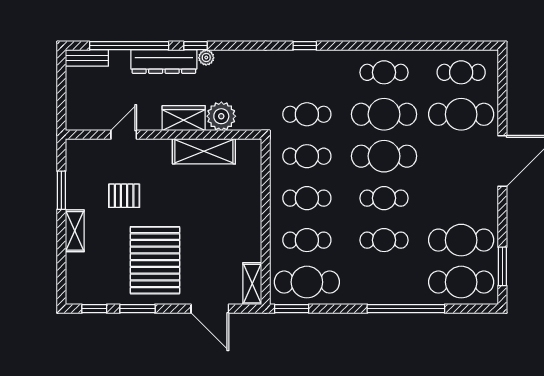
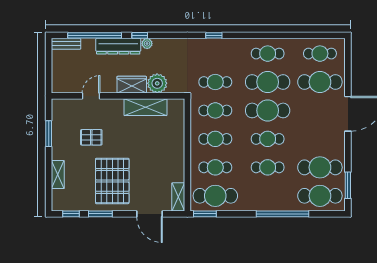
shelving: (75, 231) -> (58, 175), moved

